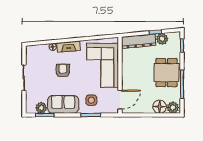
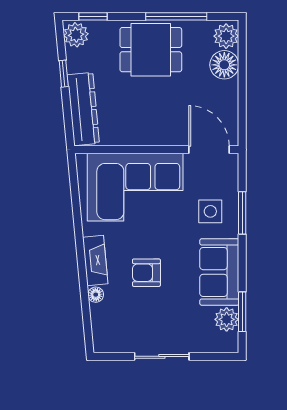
plant: (162, 39) -> (76, 35), moved

